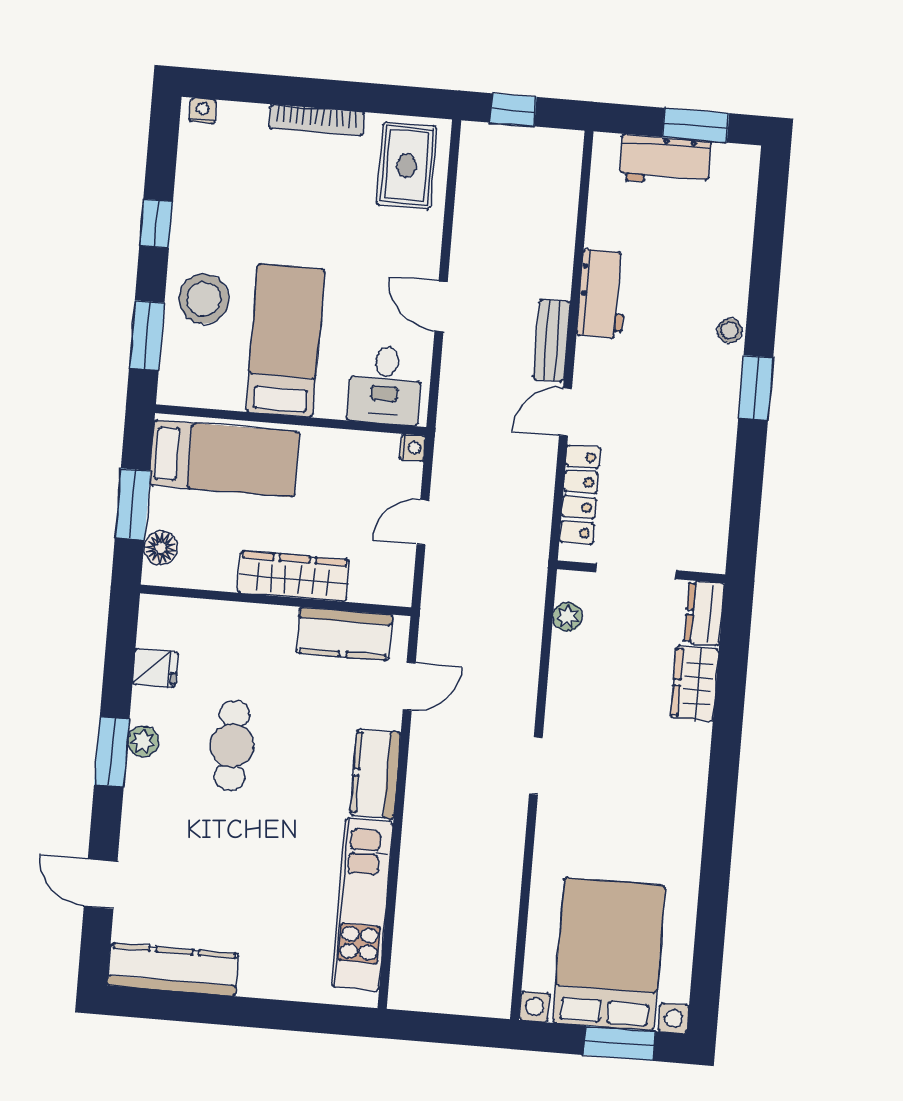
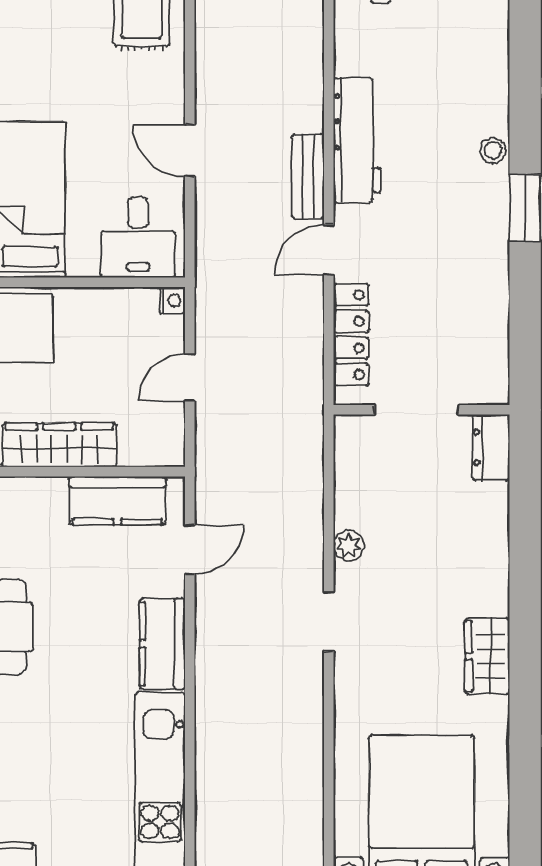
workbench: (602, 294) -> (357, 140), width x1.38
plant: (567, 617) -> (349, 546), moved
wardrobe: (695, 684) -> (487, 656), moved

